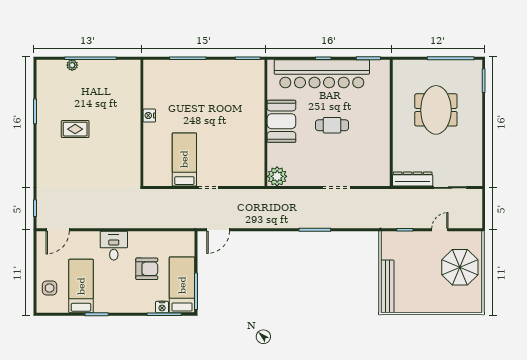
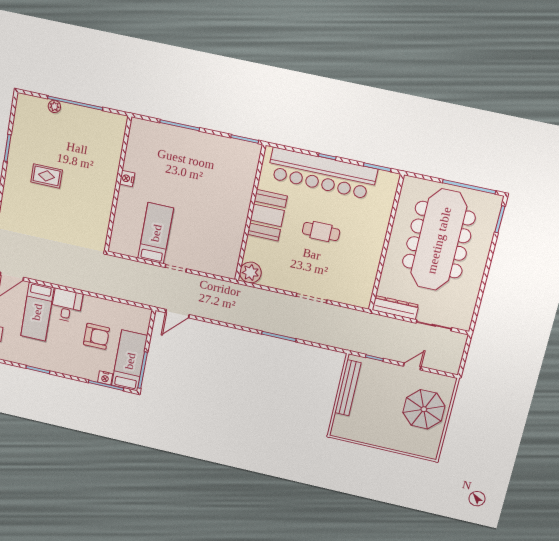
meeting table: (436, 110) -> (439, 240), width x1.86, depth x1.27
bed: (81, 286) -> (37, 312), moved, turned 180
bench: (387, 286) -> (348, 388), moved

